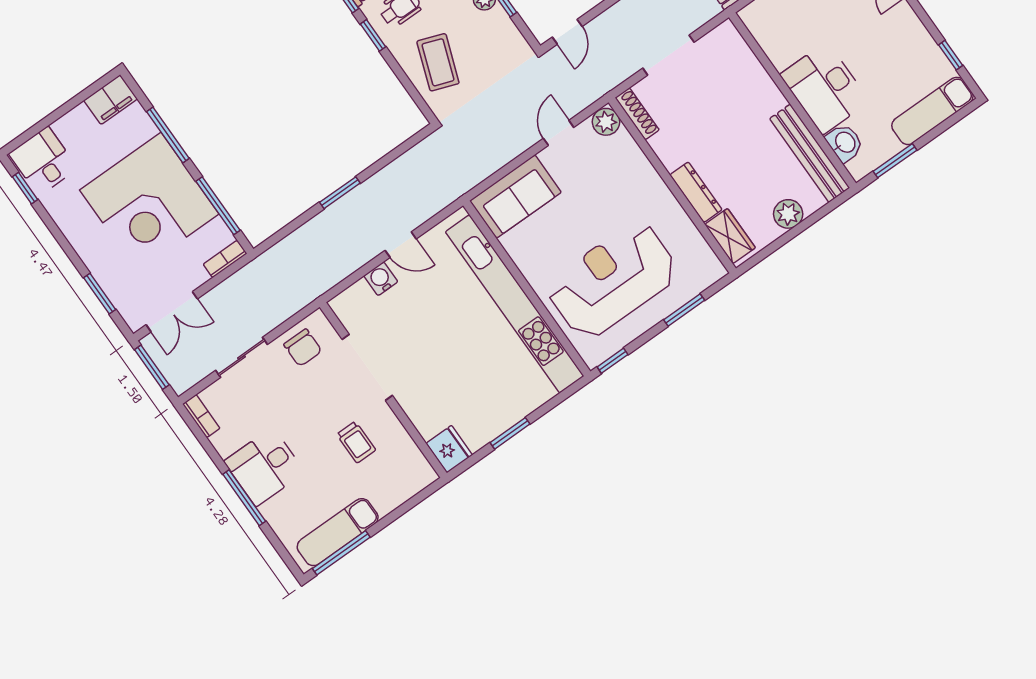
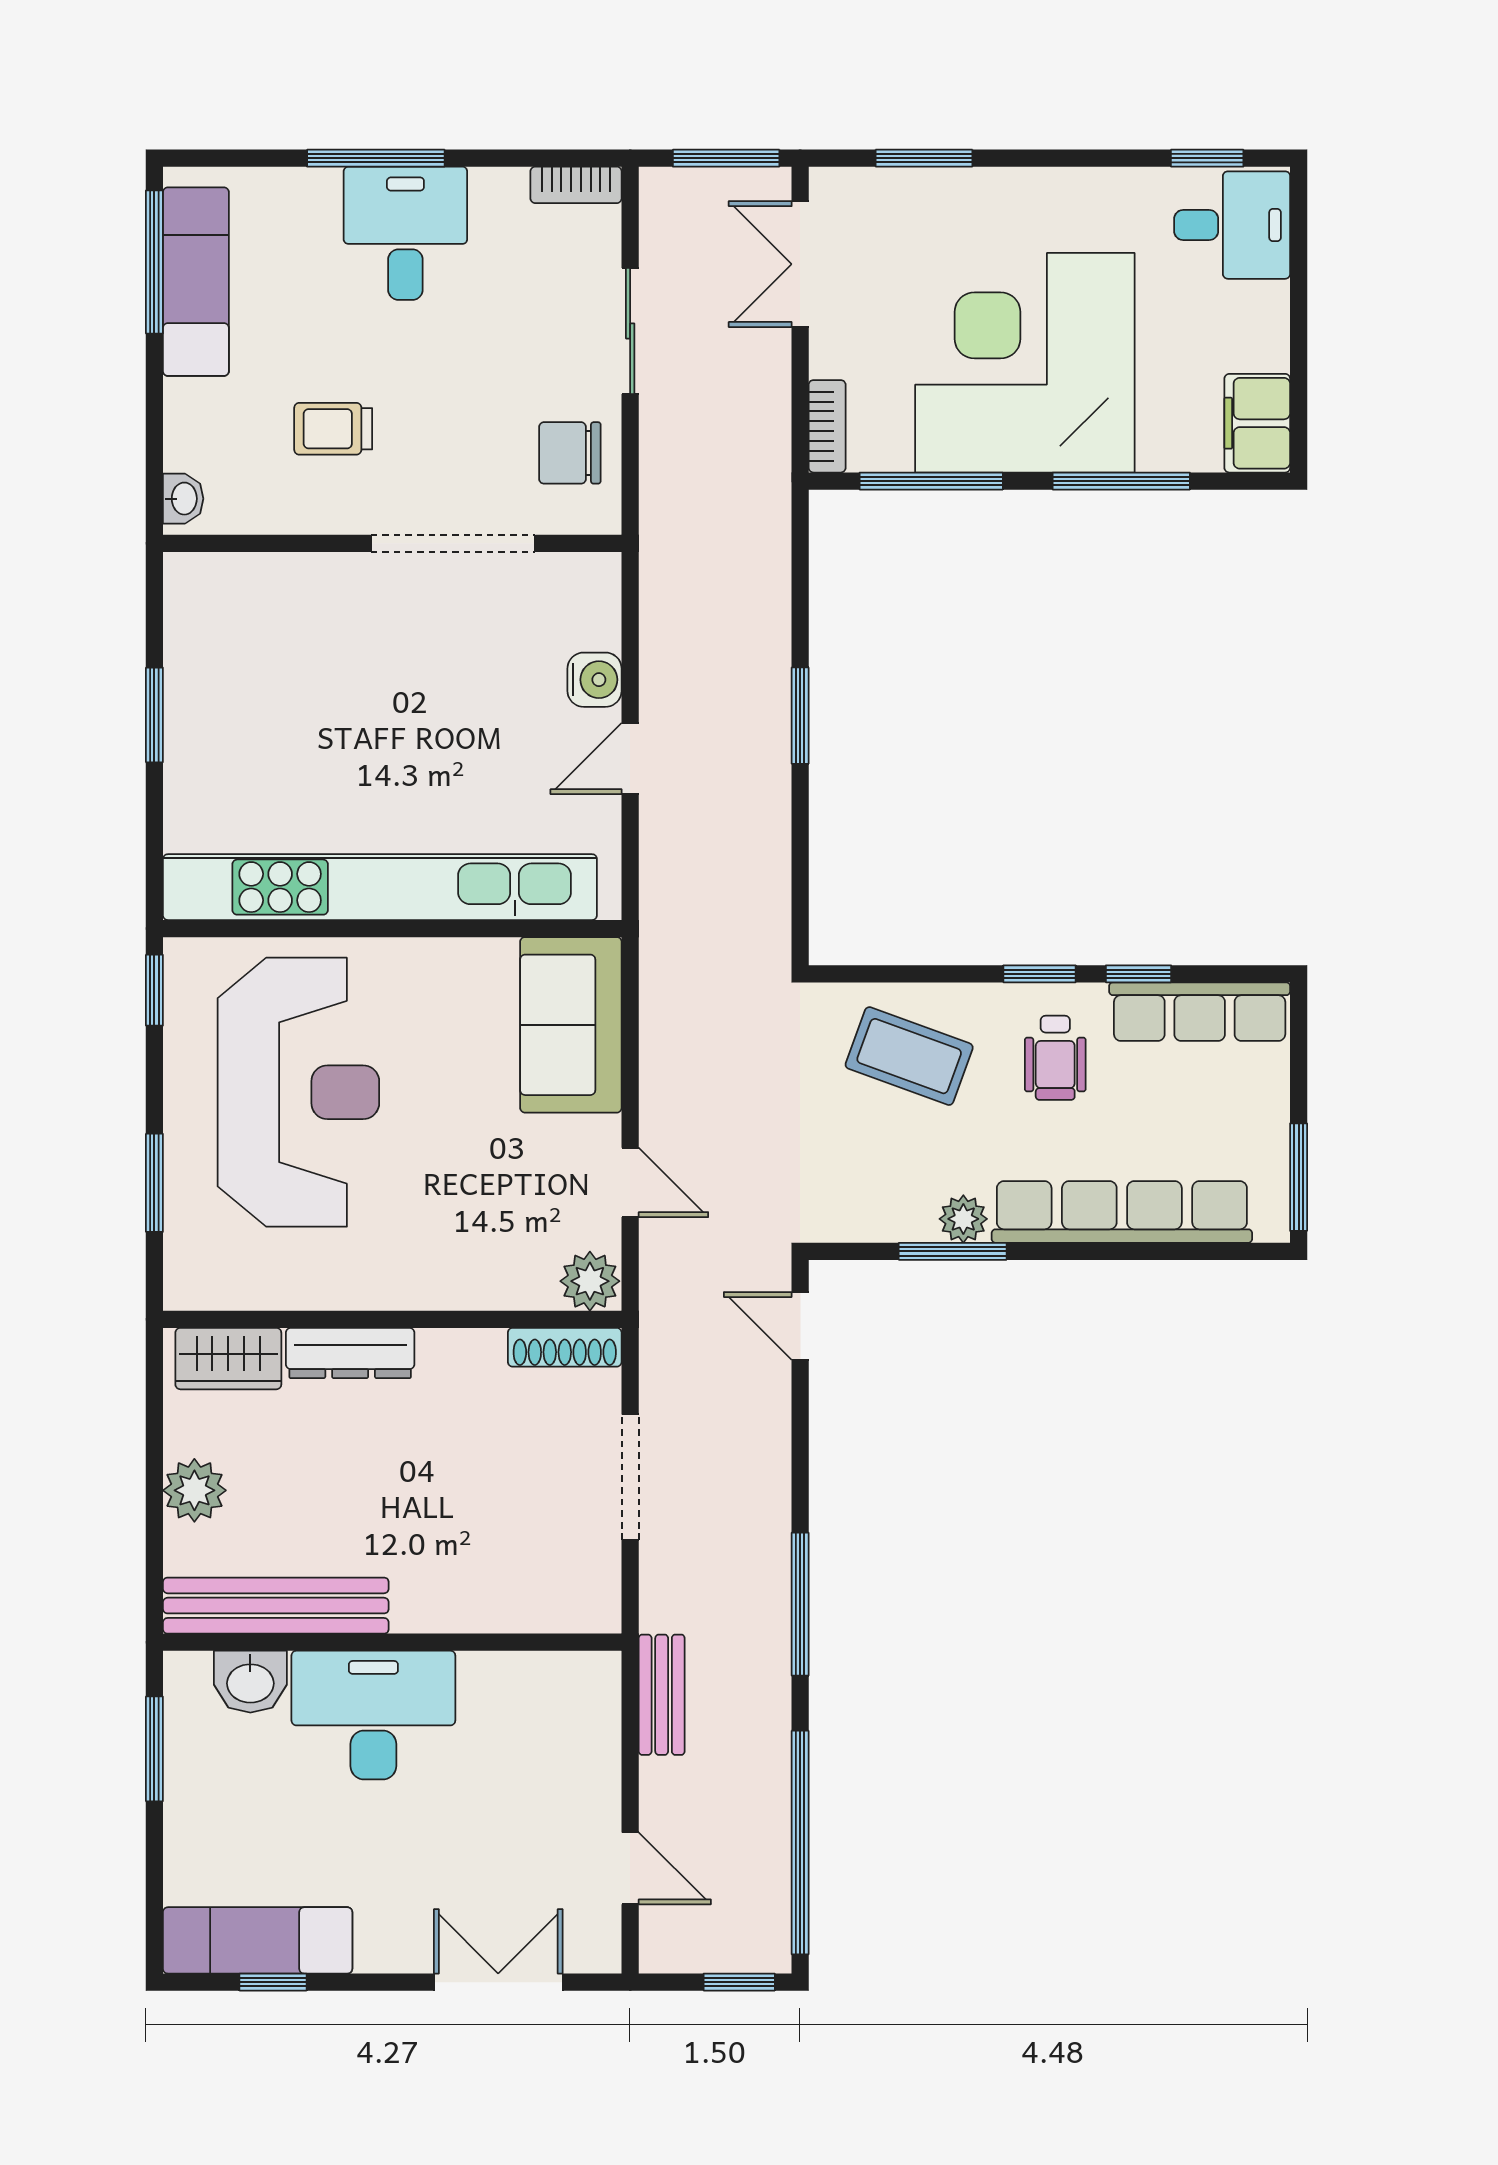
exam couch: (932, 111) -> (258, 1940), moved, turned -90
fridge: (449, 449) -> (203, 586), removed
washbasin: (422, 480) -> (183, 499), added

